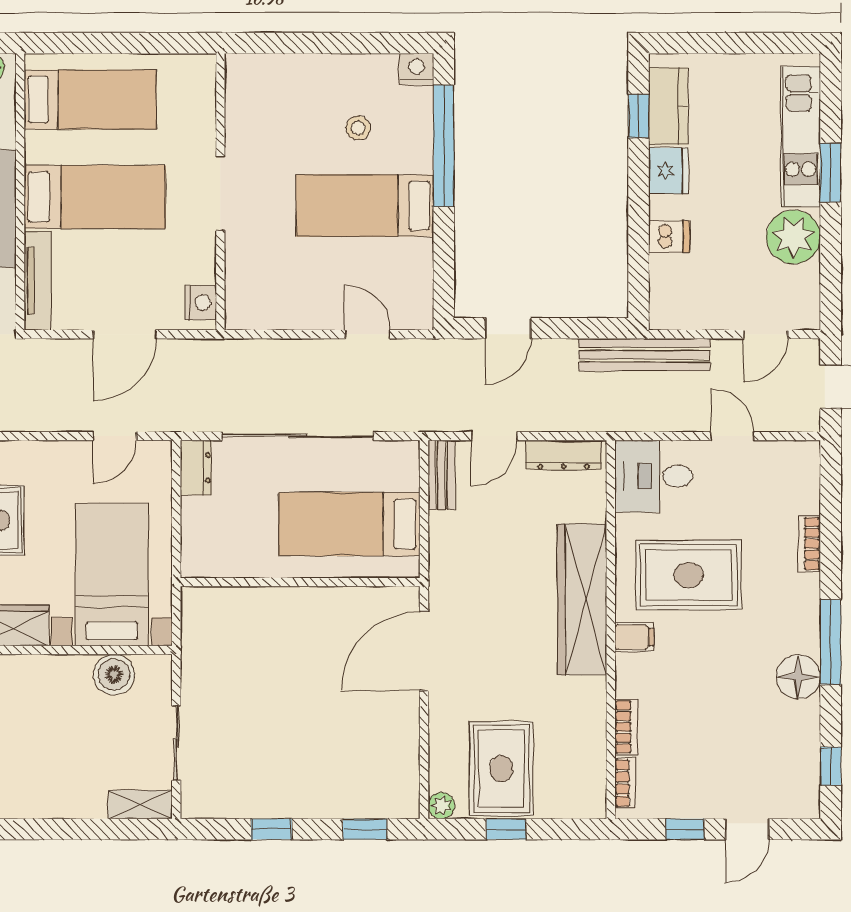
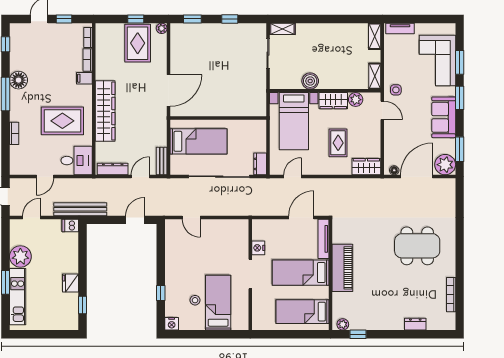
kitchen counter: (668, 106) -> (71, 309), removed
window: (444, 146) -> (161, 293), width x0.32
bed: (365, 206) -> (218, 303), moved, turned -90
dishwasher: (669, 236) -> (70, 225), moved
nightstand: (200, 303) -> (258, 248), moved
door: (125, 334) -> (301, 217), moved
door: (732, 436) -> (45, 177), hinge flipped
filing cabinet: (634, 637) -> (84, 78), moved
boiler: (114, 674) -> (310, 81), moved

